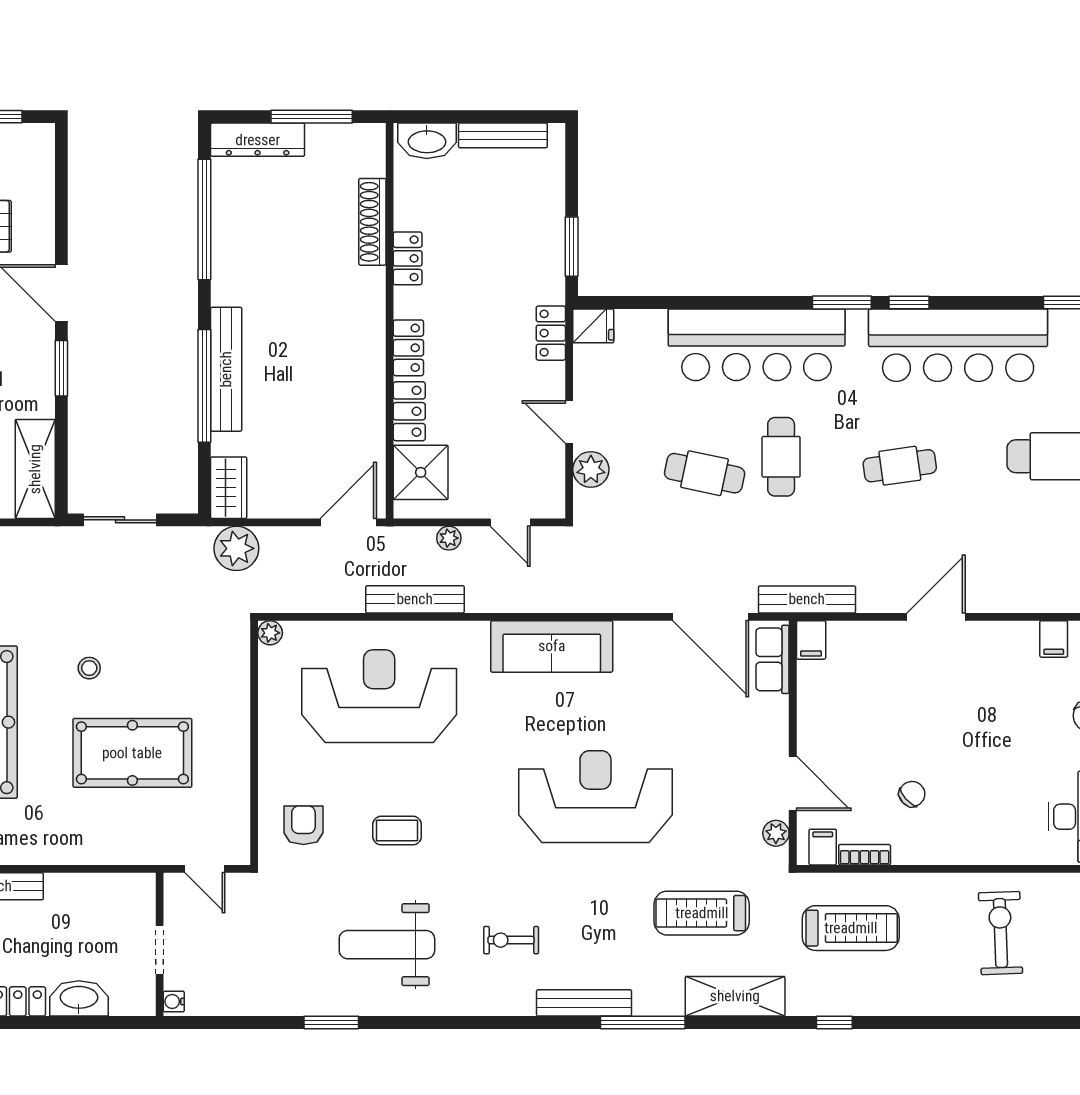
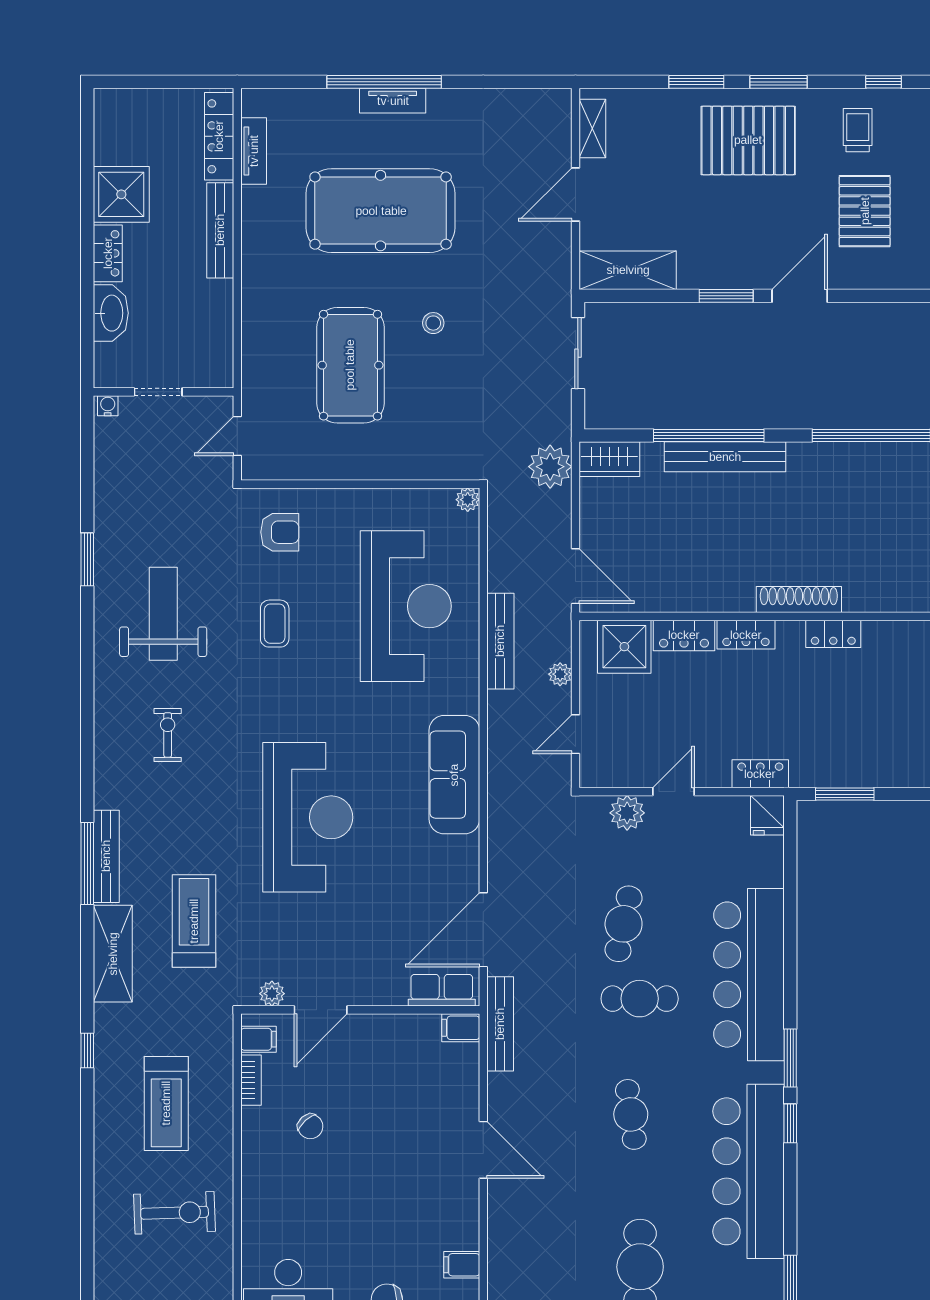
shoe rack: (372, 222) -> (799, 600), moved
treadmill: (851, 928) -> (166, 1103), moved
bench: (584, 1003) -> (106, 856), moved

